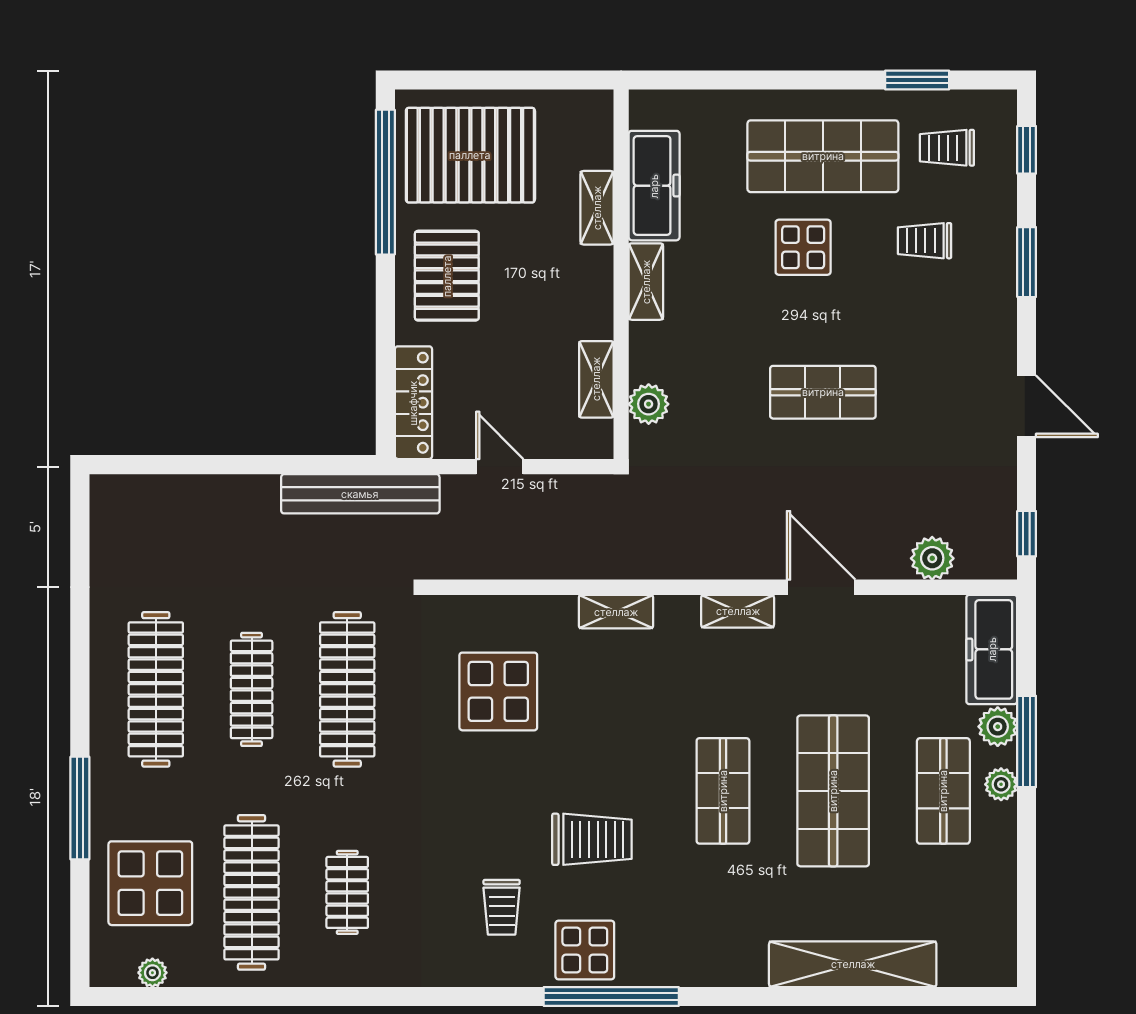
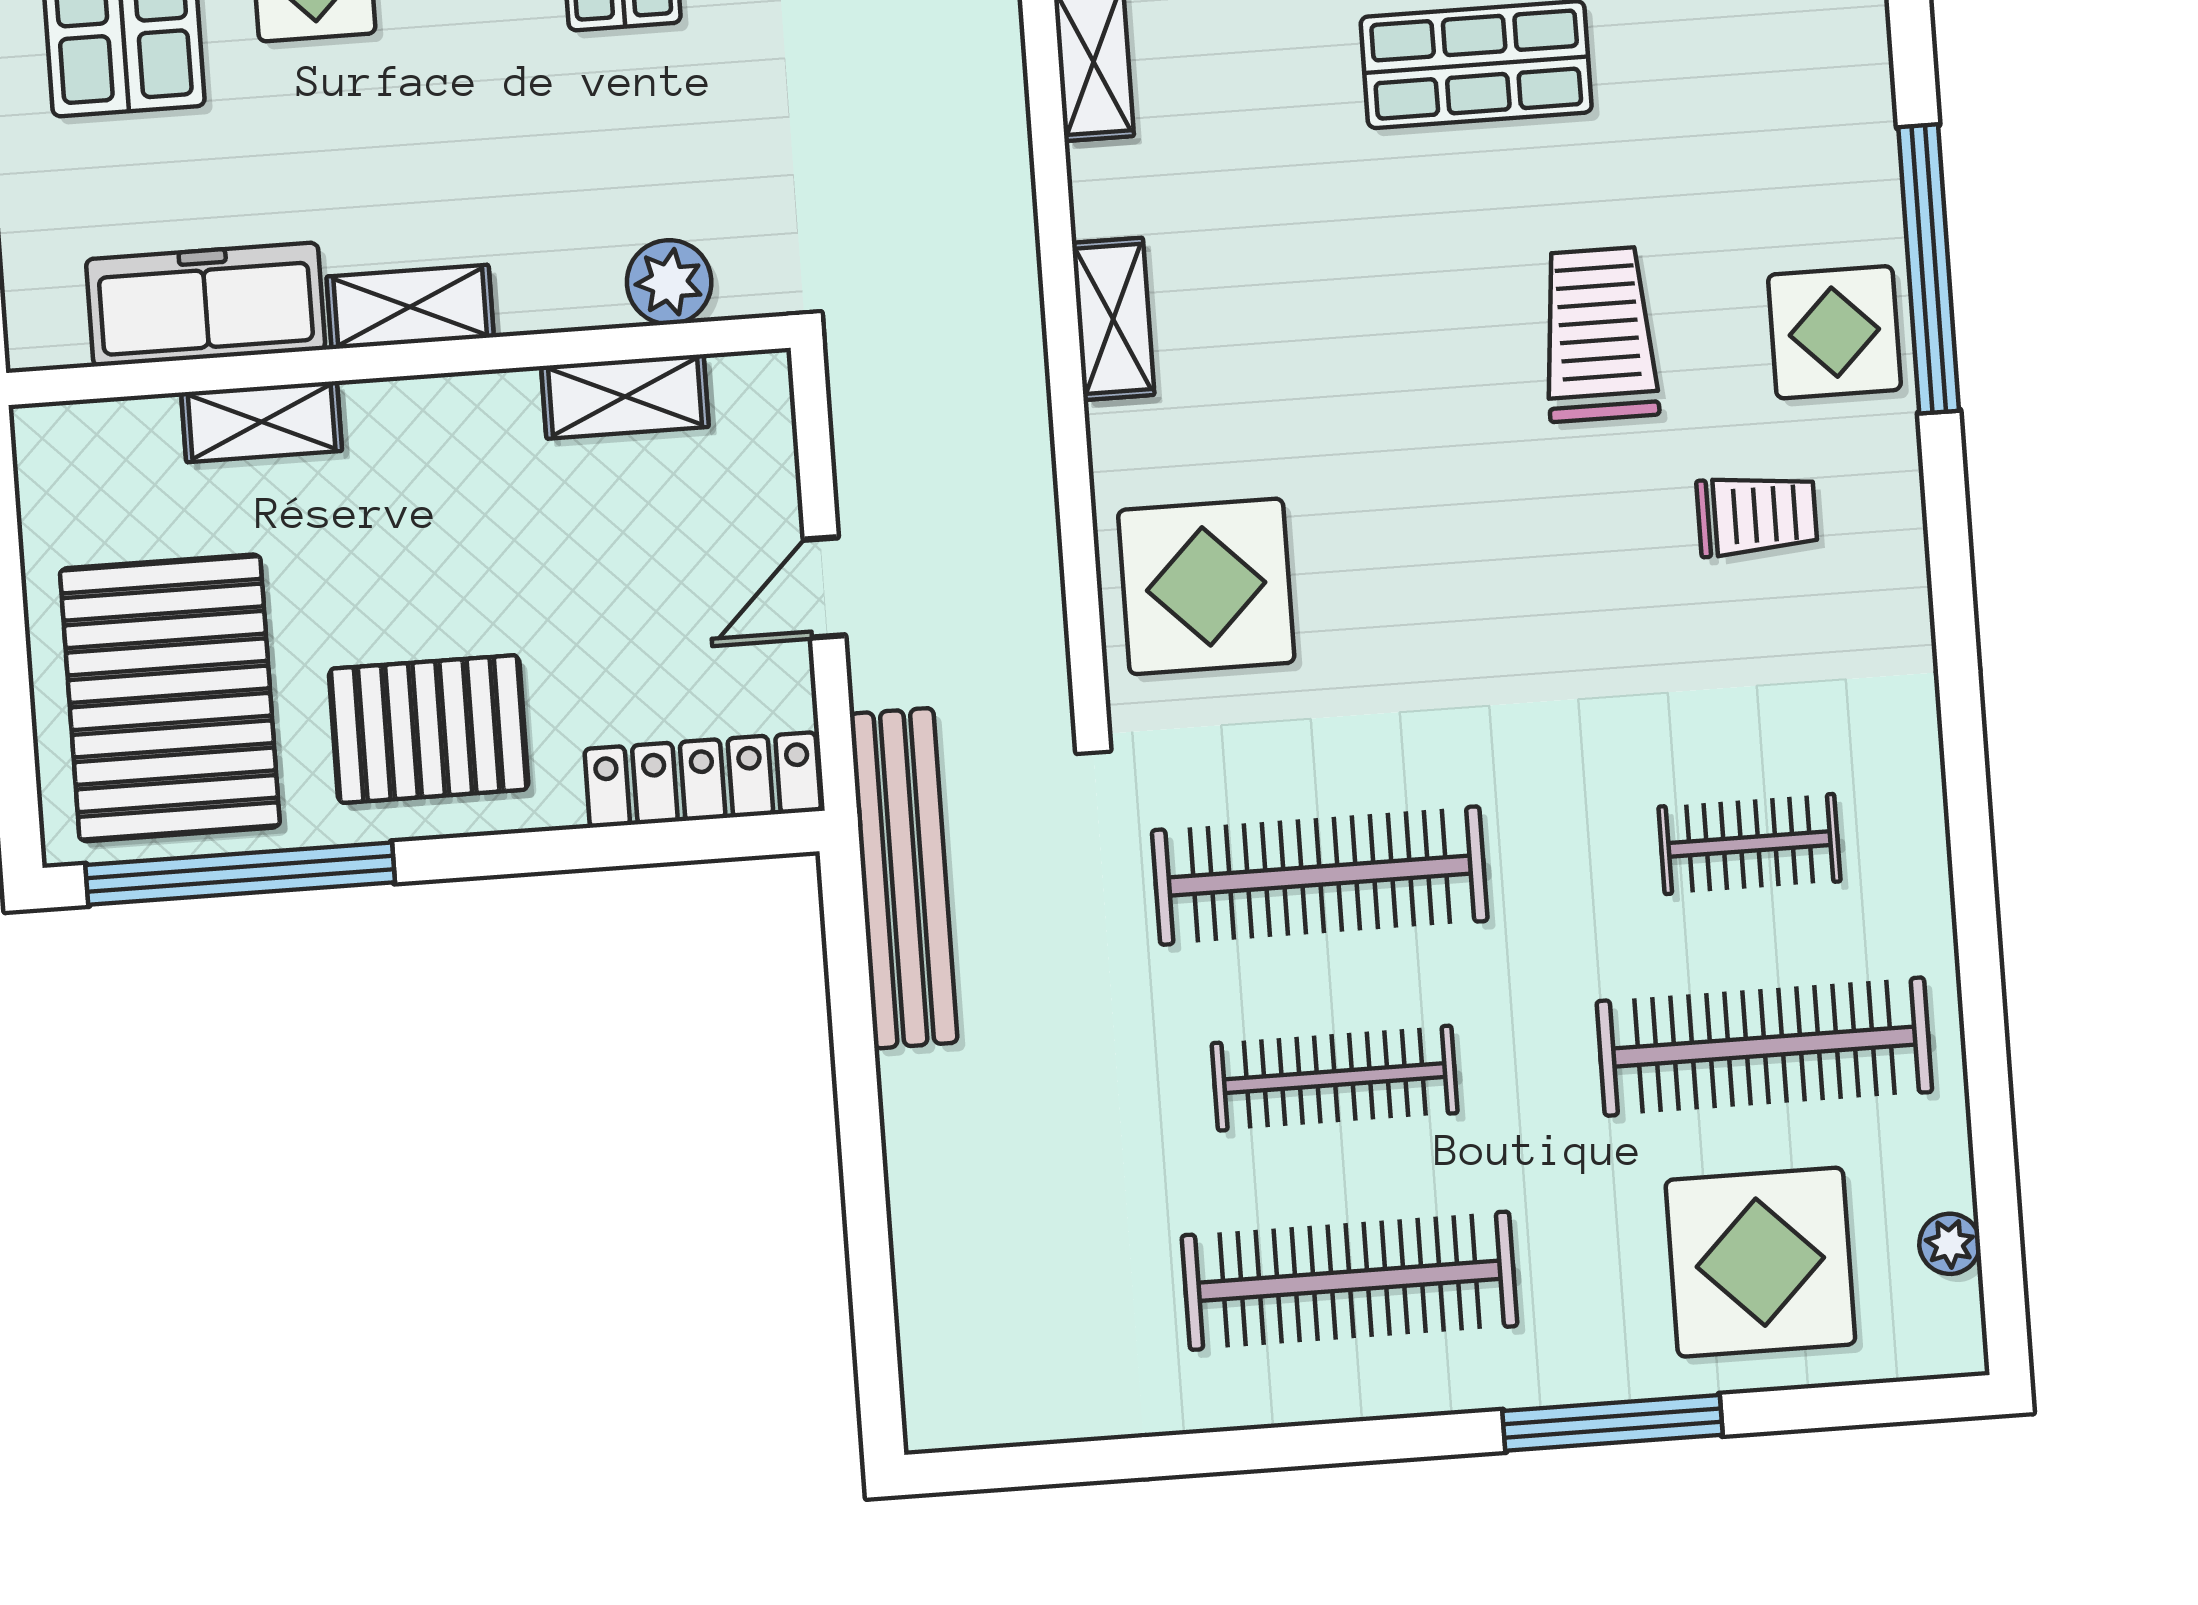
display table: (498, 691) -> (1206, 586), moved

